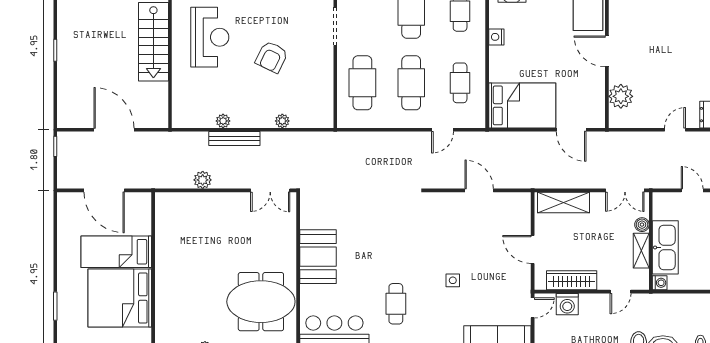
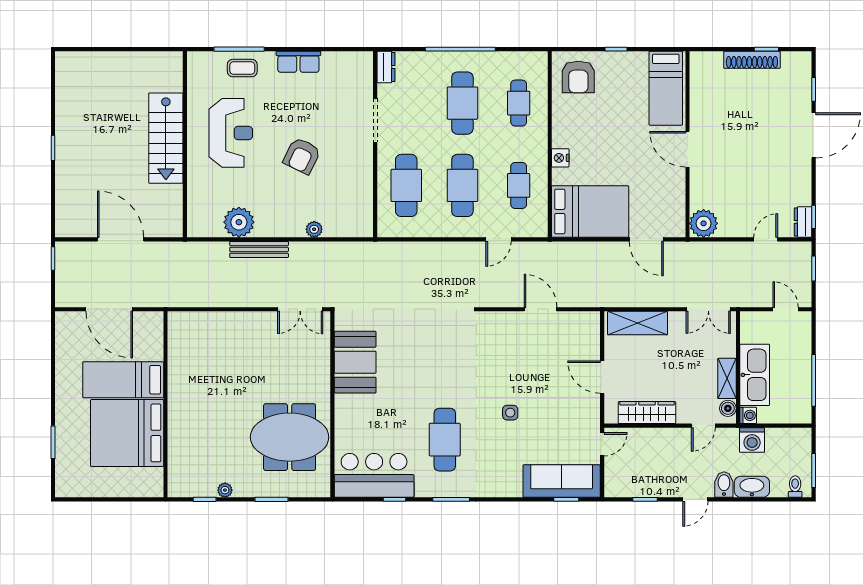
nightstand: (496, 37) -> (560, 158), moved
plant: (621, 96) -> (704, 223), moved
plant: (223, 121) -> (239, 222), width x1.87, depth x1.87
plant: (203, 180) -> (222, 297), removed
boiler: (642, 225) -> (728, 408), moved
booth: (318, 257) -> (355, 362), moved
cafe table: (396, 304) -> (445, 440), width x1.37, depth x1.35
washing machine: (567, 304) -> (752, 440), moved

